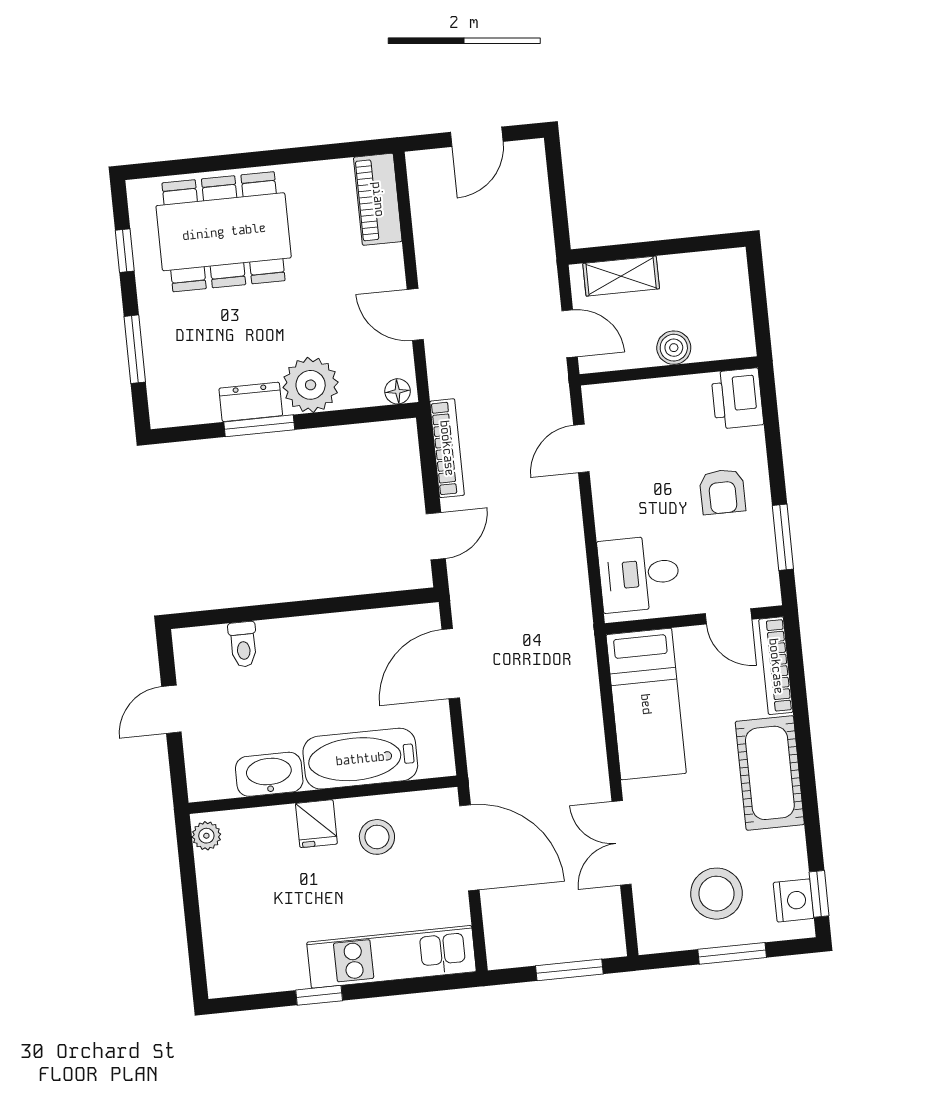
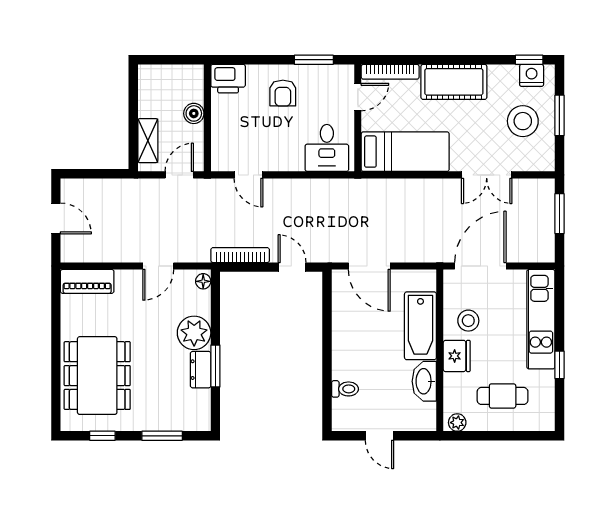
armchair: (722, 492) -> (283, 93), turned 90
fridge: (316, 824) -> (457, 356), width x1.38
cafe table: (258, 906) -> (503, 396), added

